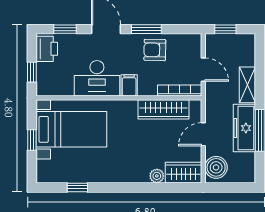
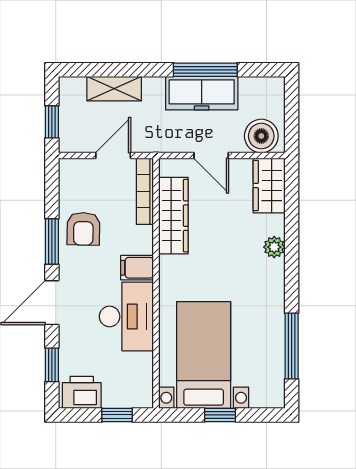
shelving: (247, 85) -> (114, 89), moved
plant: (157, 176) -> (274, 247), moved
window: (77, 187) -> (292, 346), width x2.17

